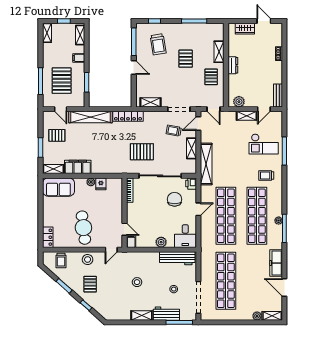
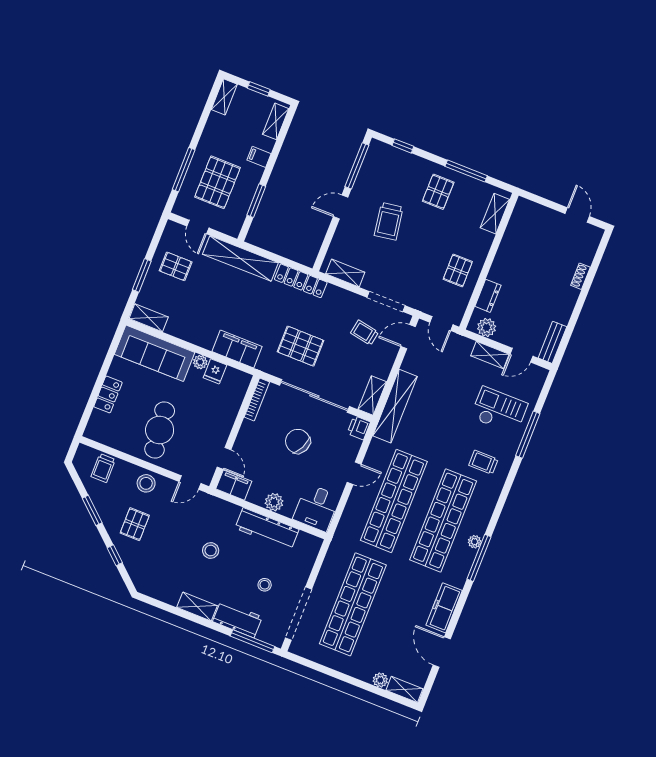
wardrobe: (245, 29) -> (542, 215), removed
trolley: (158, 44) -> (389, 221), moved
shelving: (219, 52) -> (495, 214), moved
pallet: (186, 59) -> (438, 192), moved
dresser: (233, 65) -> (488, 296), moved
door: (134, 68) -> (341, 207), swing flipped
checkout: (264, 144) -> (499, 410), turned 180
shelving: (191, 148) -> (372, 395), moved
filing cabinet: (78, 167) -> (237, 349), moved
sofa: (58, 187) -> (155, 353), width x1.36
chair: (175, 199) -> (298, 441), moved, turned -65
locker: (48, 237) -> (108, 394), moved
filing cabinet: (131, 242) -> (234, 485), width x2.00
workbench: (177, 258) -> (267, 529), moved

